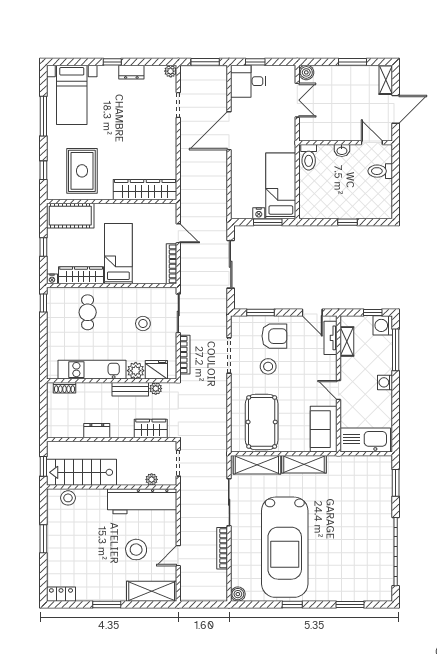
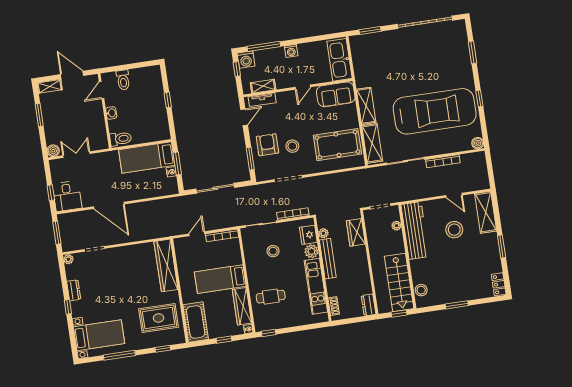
bench: (130, 389) -> (328, 259), width x1.36
dresser: (97, 431) -> (368, 305), moved

